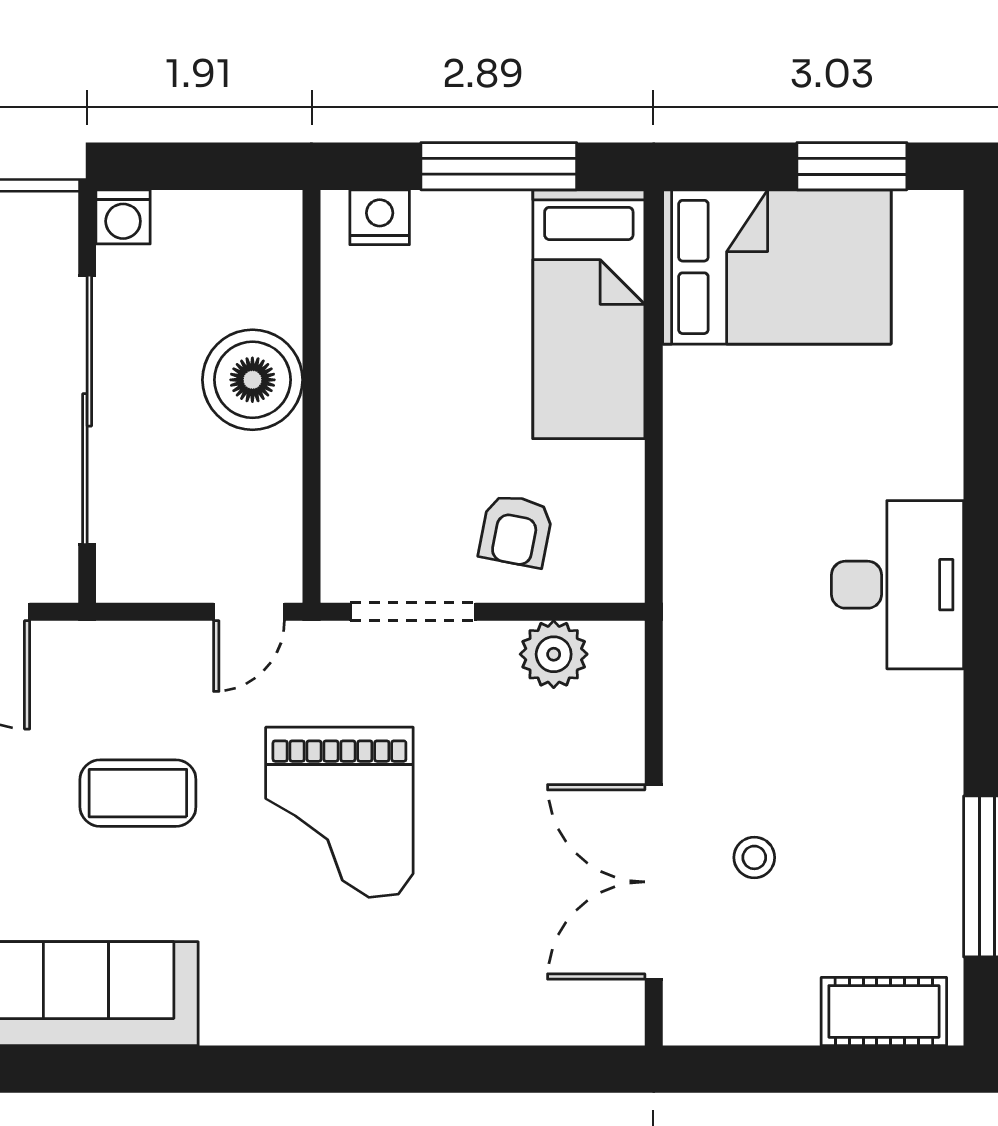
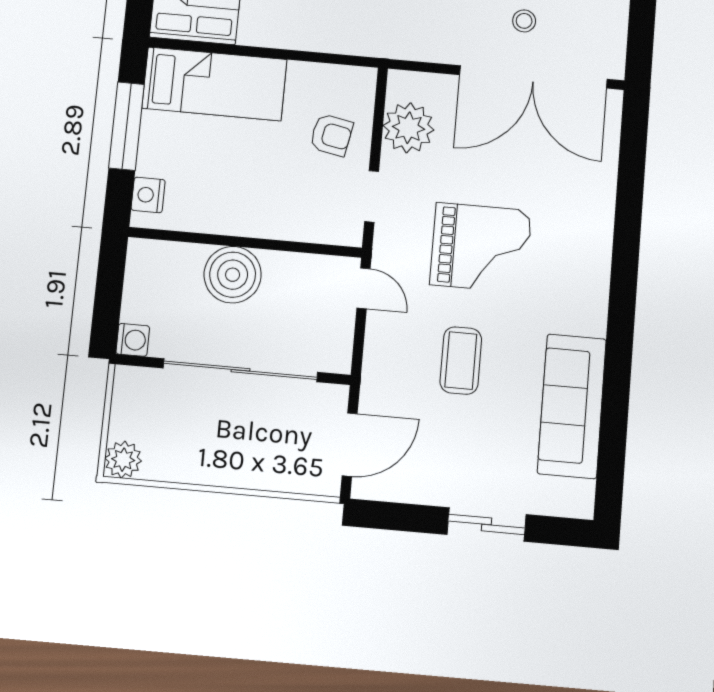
doorway: (413, 612) -> (372, 196), width x0.73
plant: (554, 654) -> (408, 128), width x1.36, depth x1.36
double door: (654, 882) -> (533, 77), width x1.36

